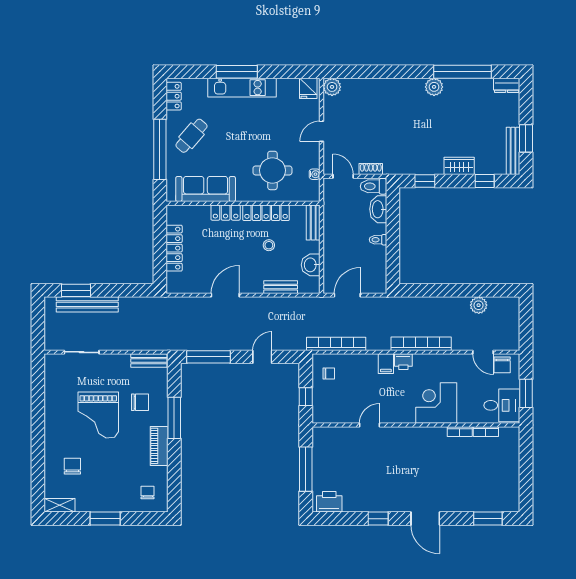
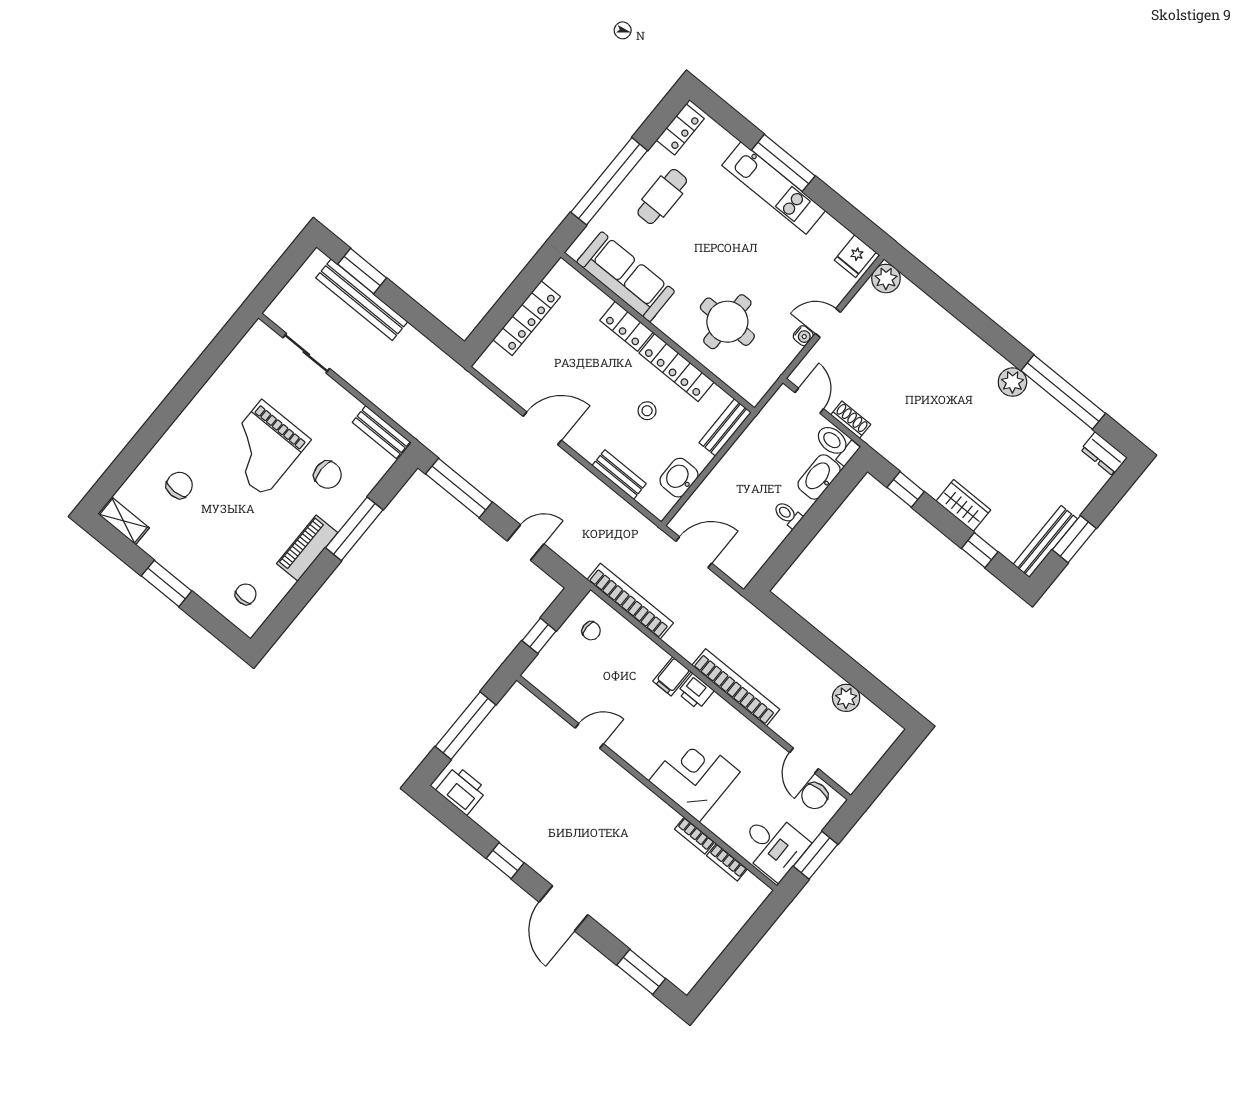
cafe table: (192, 136) -> (662, 196), turned -41
water cooler: (315, 174) -> (803, 336), moved

